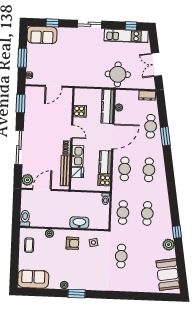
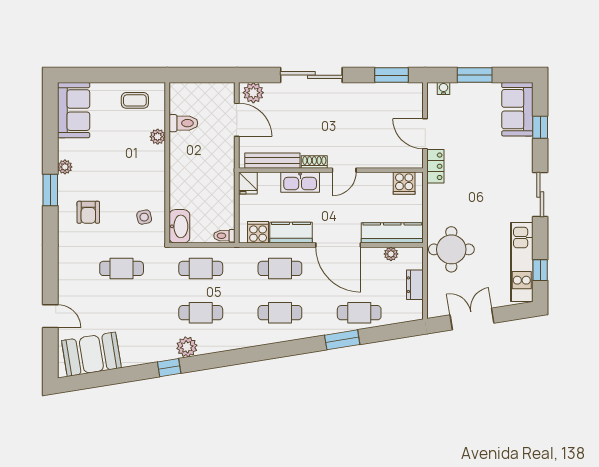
locker: (72, 81) -> (435, 166), added
dresser: (147, 95) -> (415, 285), moved
cooker: (80, 111) -> (404, 183), moved
fridge: (77, 173) -> (248, 183), moved
toilet: (25, 218) -> (183, 123), moved
washbasin: (79, 223) -> (179, 226), moved
armchair: (72, 243) -> (88, 212), moved
plant: (169, 245) -> (187, 347), moved
door: (146, 296) -> (50, 316), added

